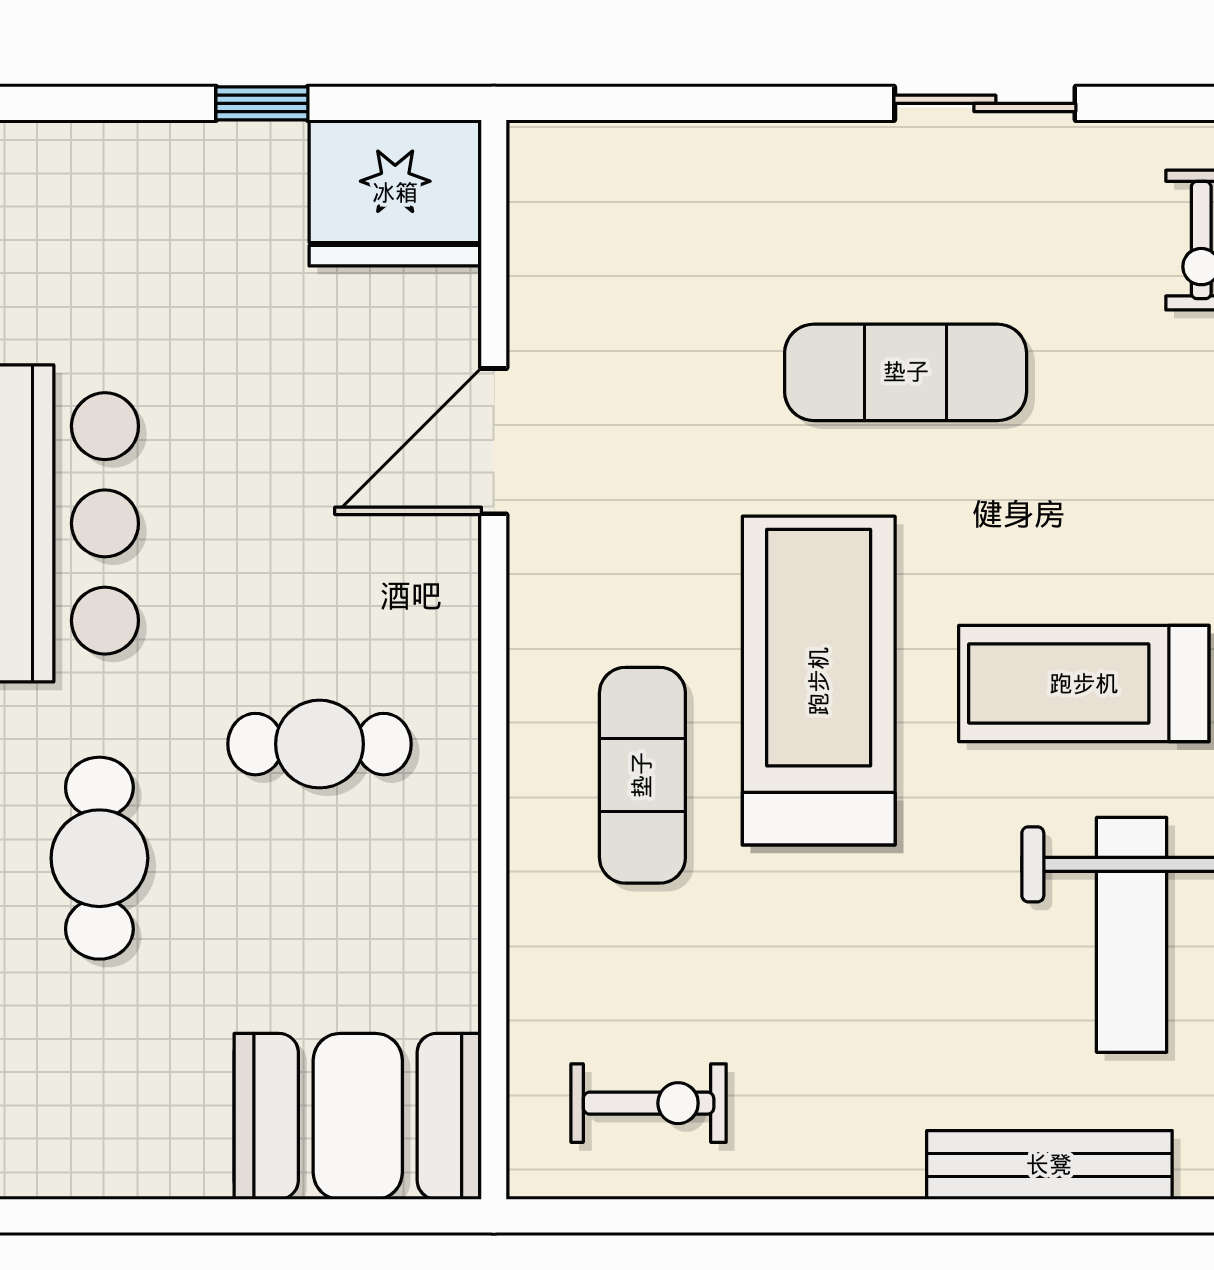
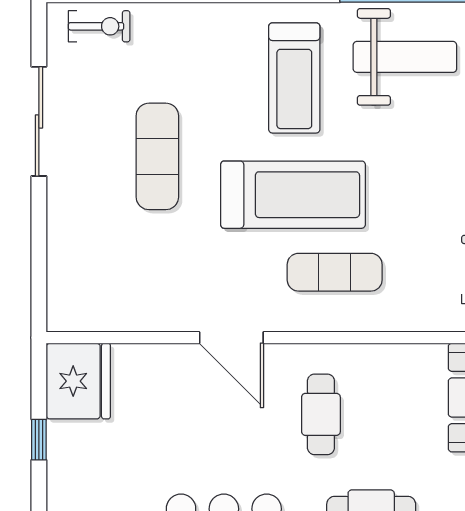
sliding door: (985, 103) -> (39, 121), width x1.37
door: (494, 441) -> (231, 338), moved
treadmill: (819, 681) -> (293, 195), turned 180

